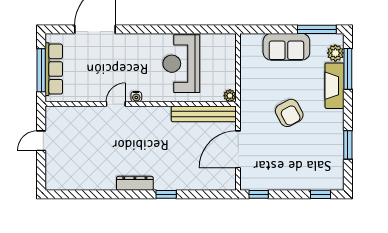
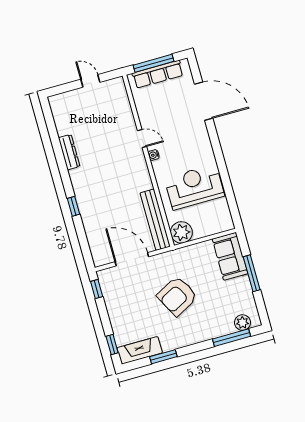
window: (317, 29) -> (252, 273), moved
sofa: (286, 47) -> (230, 256), moved
fireplace: (335, 86) -> (140, 350), moved
plant: (230, 96) -> (181, 232), width x1.87, depth x1.87
armchair: (289, 113) -> (177, 296), width x1.36, depth x1.36
dresser: (135, 183) -> (69, 152), moved

